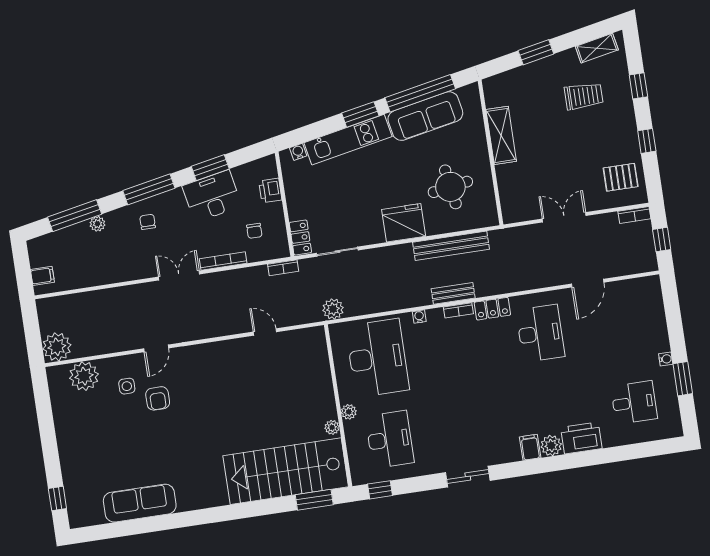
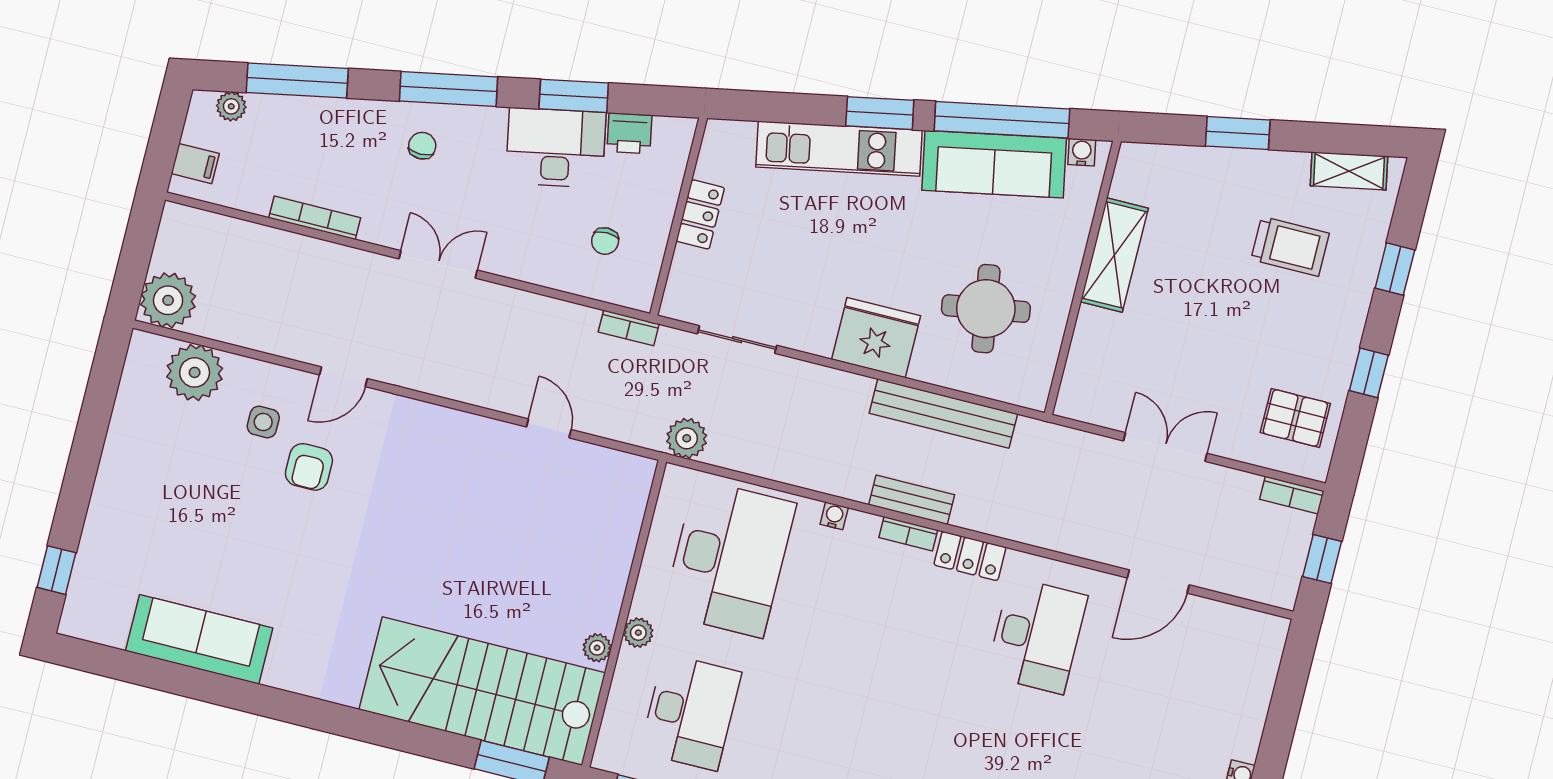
water cooler: (298, 152) -> (1082, 152), moved
printer: (270, 191) -> (629, 133), moved, turned -101
plant: (97, 224) -> (231, 106), moved
locker: (300, 238) -> (700, 214), moved
bookcase: (223, 261) -> (315, 218), moved

